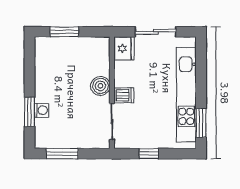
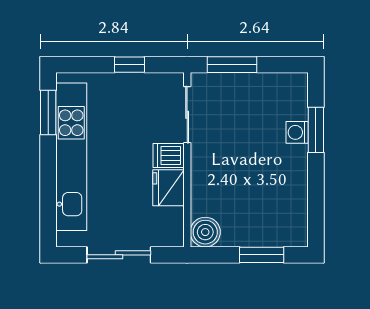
fridge: (124, 48) -> (168, 188), moved
boiler: (100, 86) -> (205, 232), moved
window: (62, 154) -> (232, 65), moved

